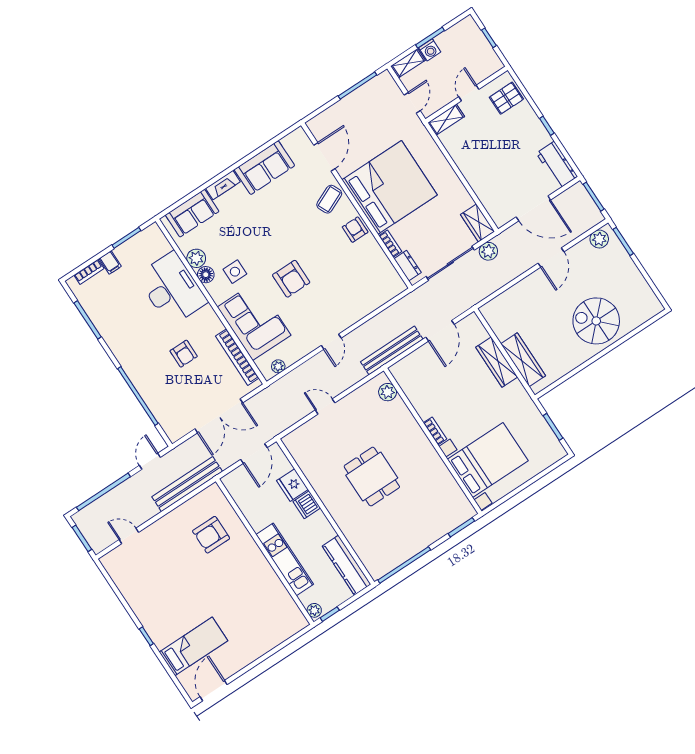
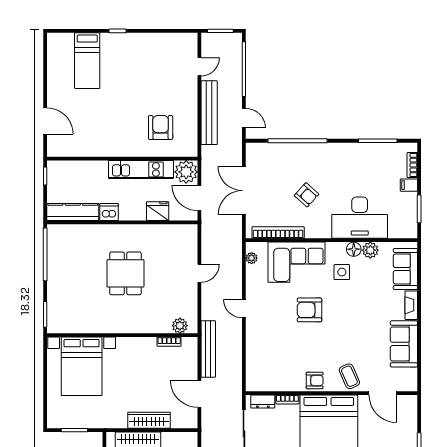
armchair: (184, 354) -> (307, 195), turned -138
bookcase: (435, 431) -> (169, 342), moved
dining table: (372, 477) -> (125, 273), turned 90
bench: (187, 484) -> (209, 113), moved
dishwasher: (307, 505) -> (109, 212), moved
kitchen unit: (285, 559) -> (141, 169), moved
plant: (314, 610) -> (186, 172), moved, width x1.87, depth x1.87
door: (214, 691) -> (45, 121), moved

